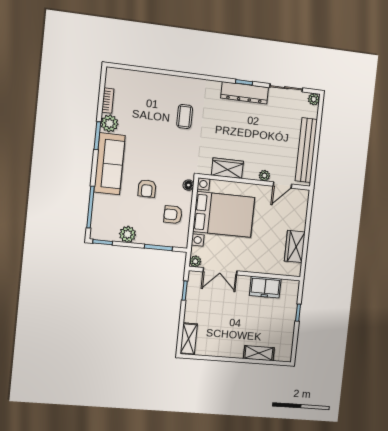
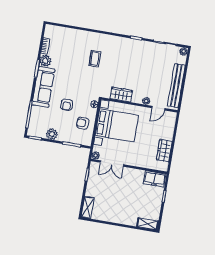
dresser: (245, 93) -> (136, 45), removed
freezer: (265, 287) -> (155, 179), moved
shelving: (259, 353) -> (148, 224), moved

